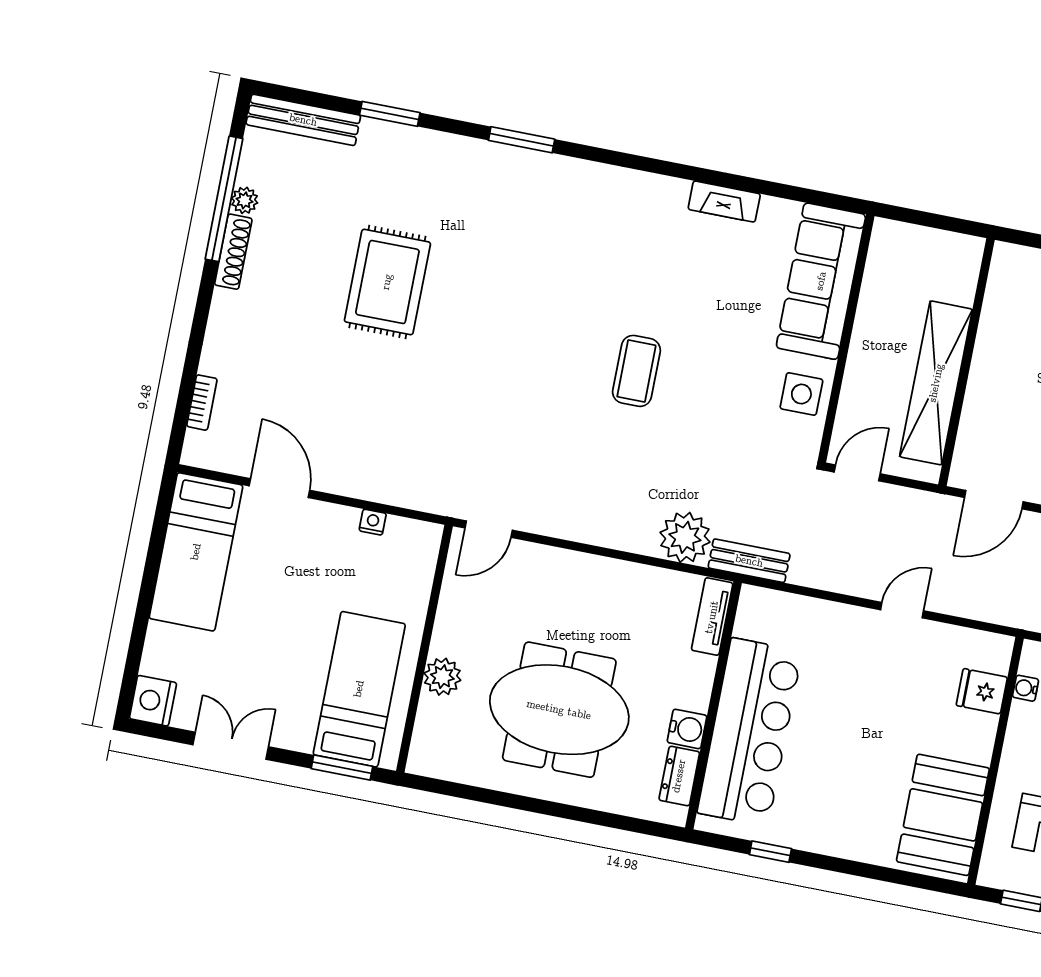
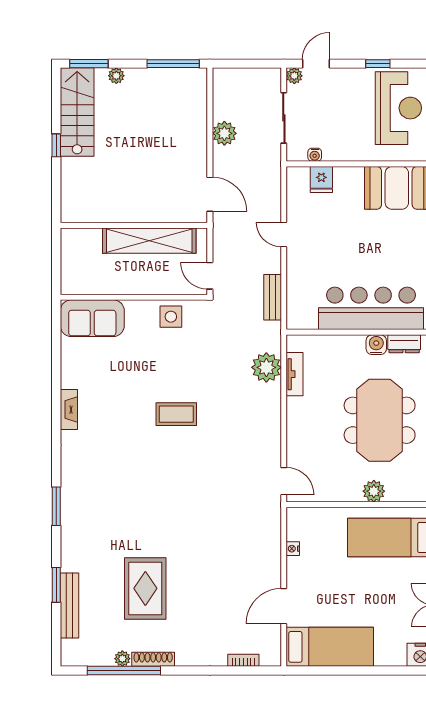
bench: (303, 120) -> (70, 606), moved
fireplace: (724, 202) -> (69, 410), moved
sofa: (821, 281) -> (92, 318), width x0.73
rug: (387, 282) -> (145, 588), moved, turned 90
bench: (749, 561) -> (273, 297), moved
tv unit: (712, 617) -> (295, 374), moved, turned -90

